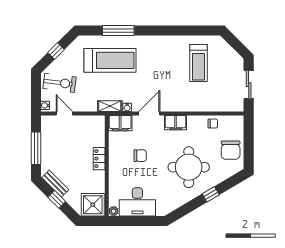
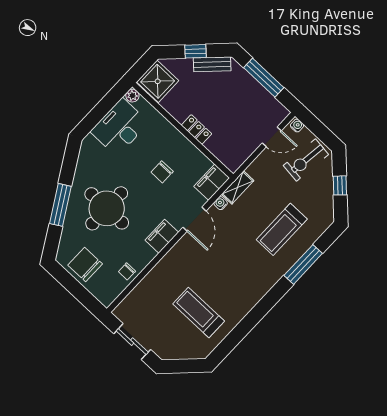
treadmill: (110, 60) -> (282, 229), width x0.73, depth x0.73
window: (211, 194) -> (60, 205), width x2.17

